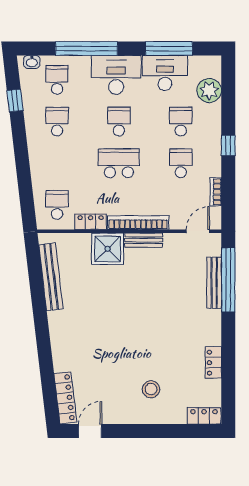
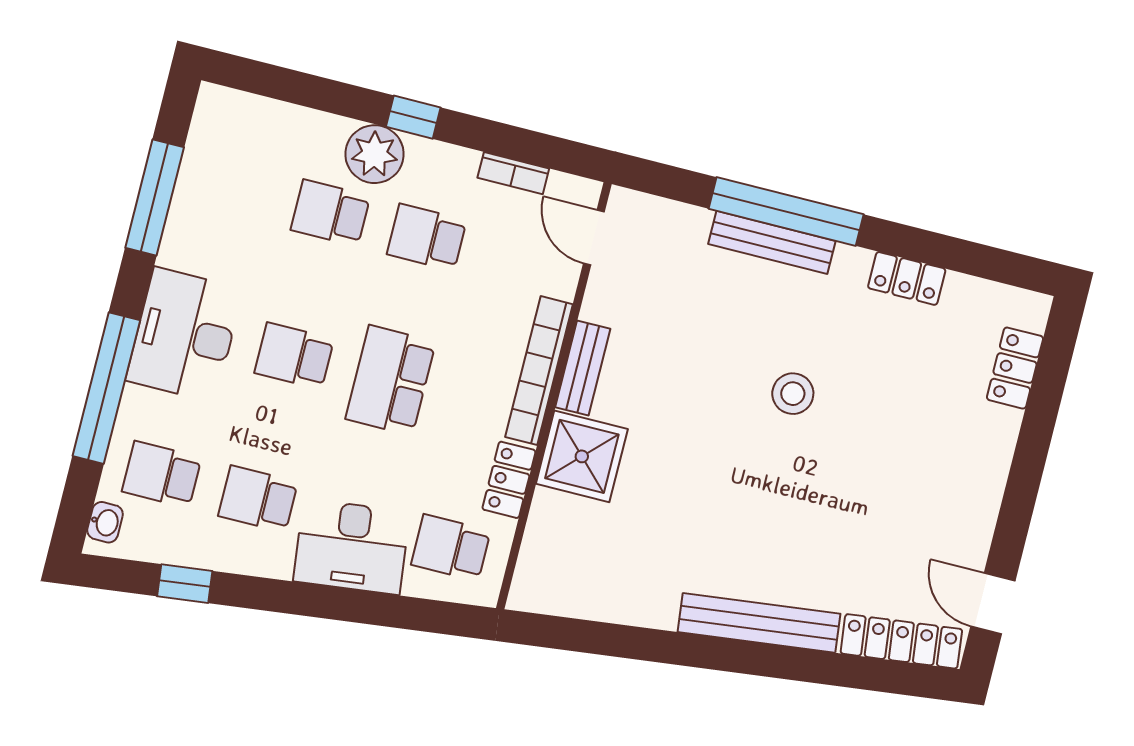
desk: (165, 73) -> (352, 547), moved, turned -97
plant: (209, 90) -> (374, 154), moved
bench: (51, 277) -> (759, 623), moved
window: (228, 280) -> (786, 212), moved
bench: (214, 283) -> (772, 242), moved
stool: (151, 389) -> (793, 394), moved
locker: (204, 416) -> (1015, 368), moved

